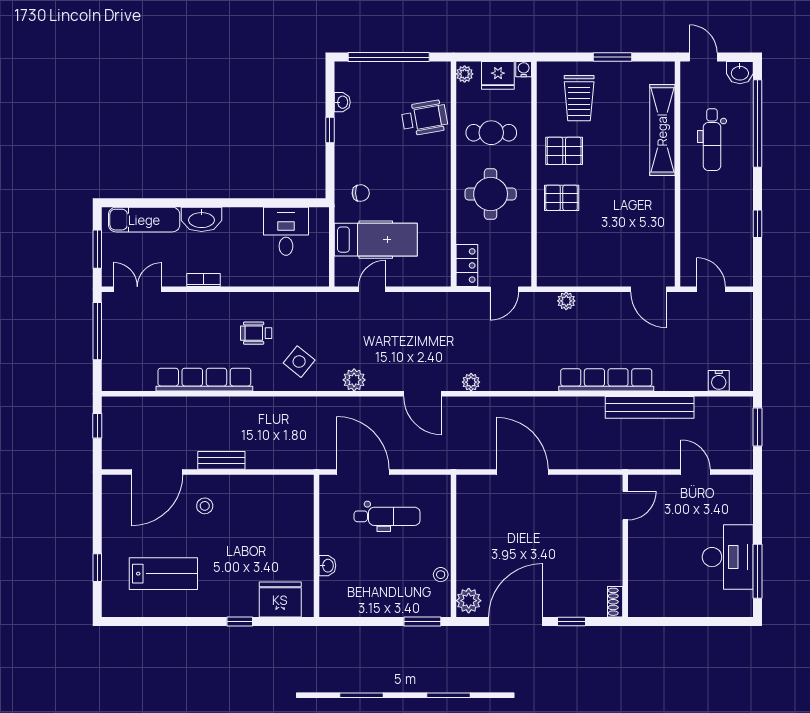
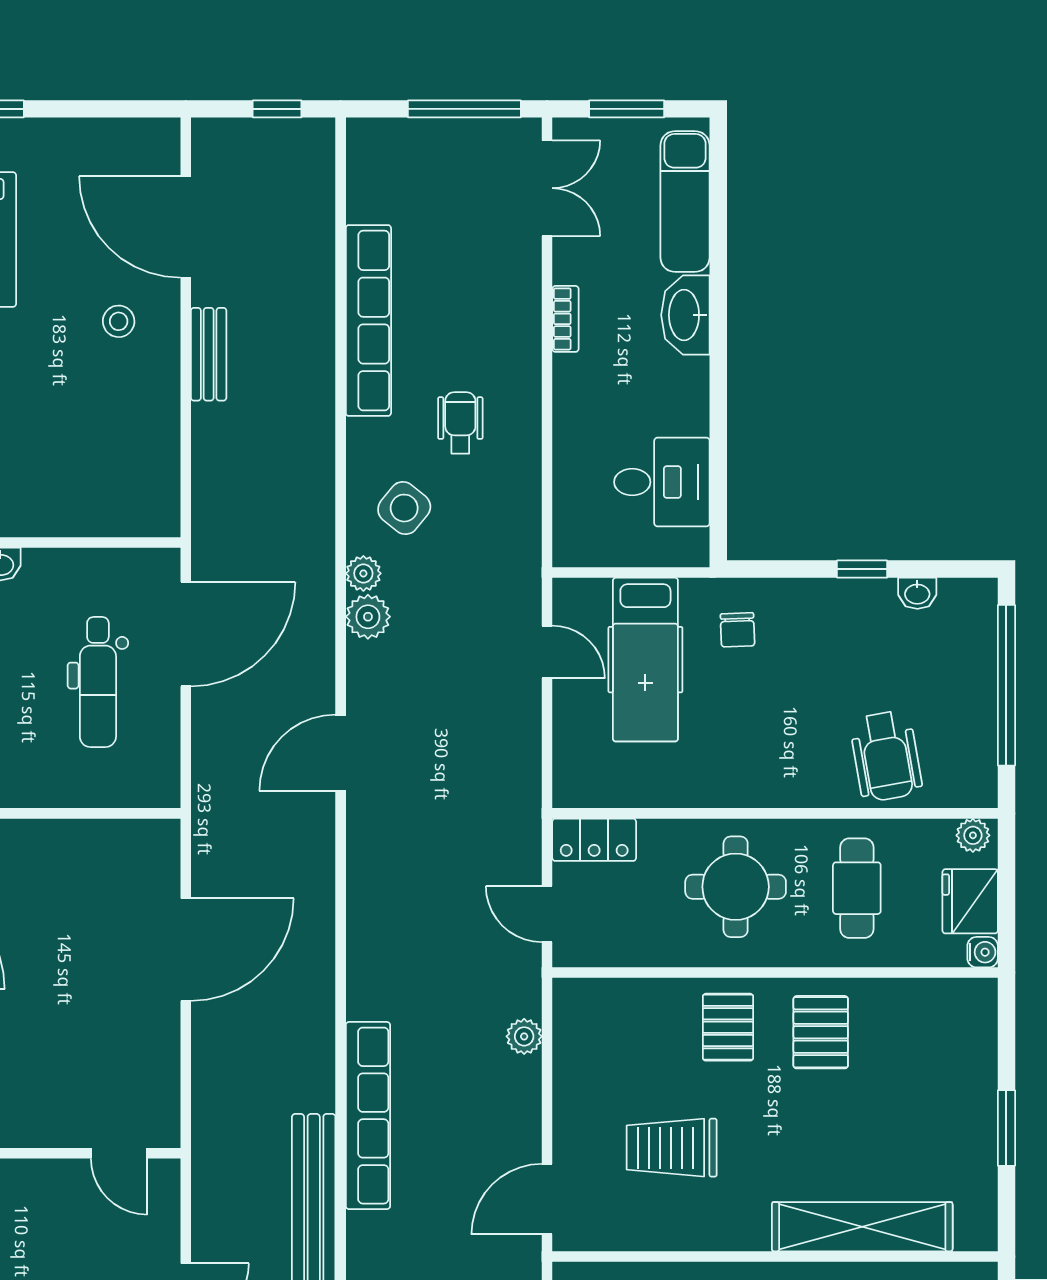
trolley: (579, 98) -> (672, 1148), moved
plant: (471, 382) -> (363, 573), moved

